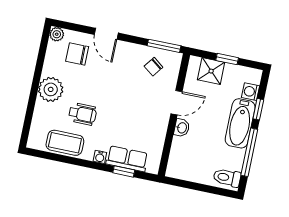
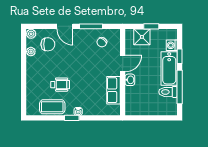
window: (164, 46) -> (91, 26), moved
chair: (77, 54) -> (48, 44), turned 180
plant: (51, 89) -> (31, 52), moved, width x0.53, depth x0.53
row of seats: (127, 159) -> (114, 90), moved, turned -90
window: (124, 171) -> (72, 118), moved
toilet: (227, 178) -> (168, 92), moved

